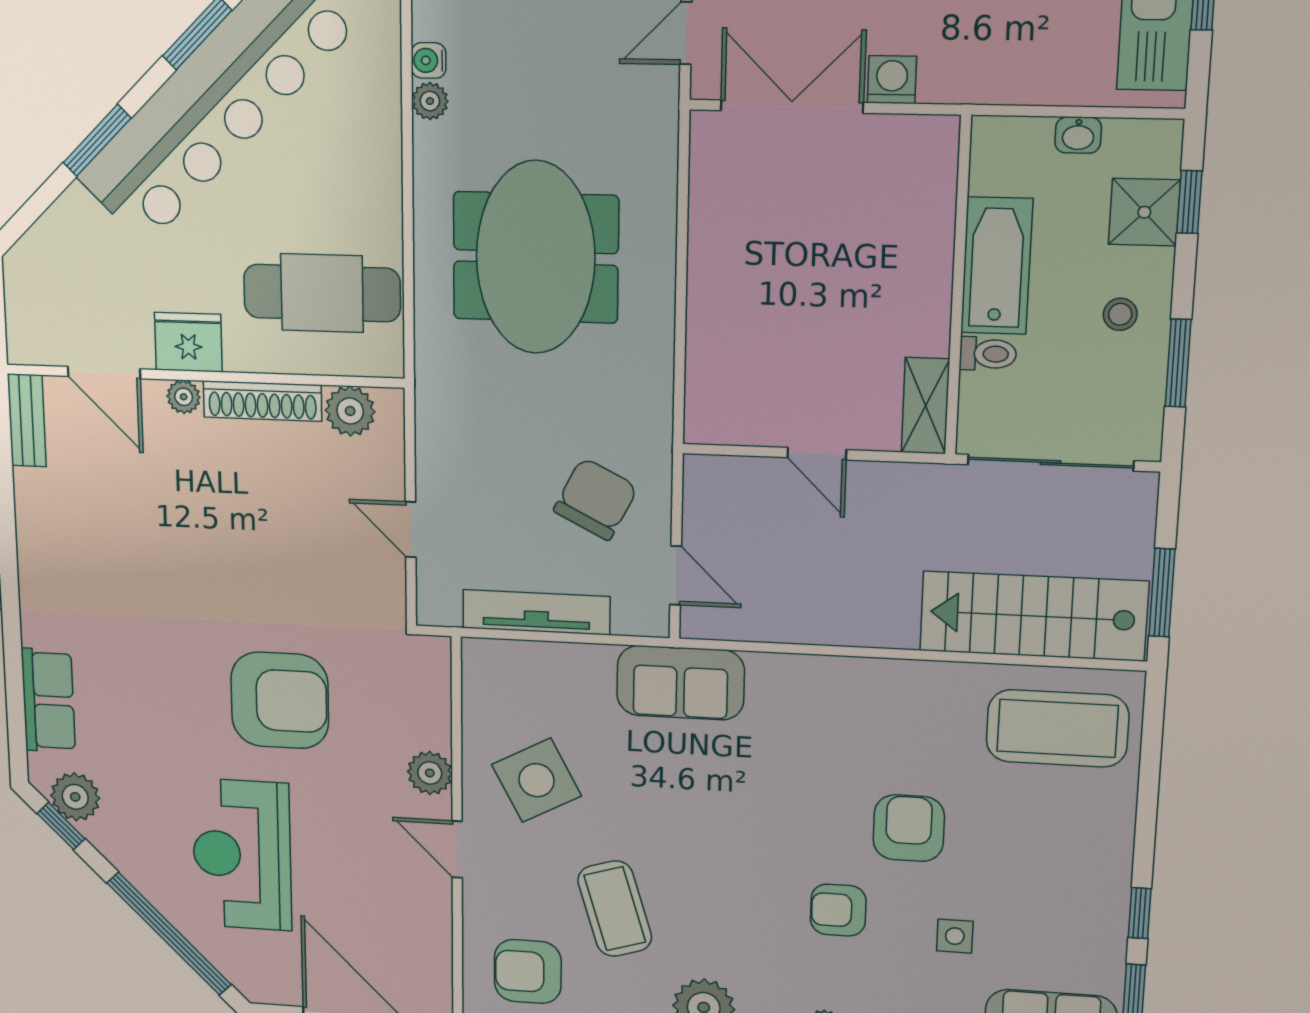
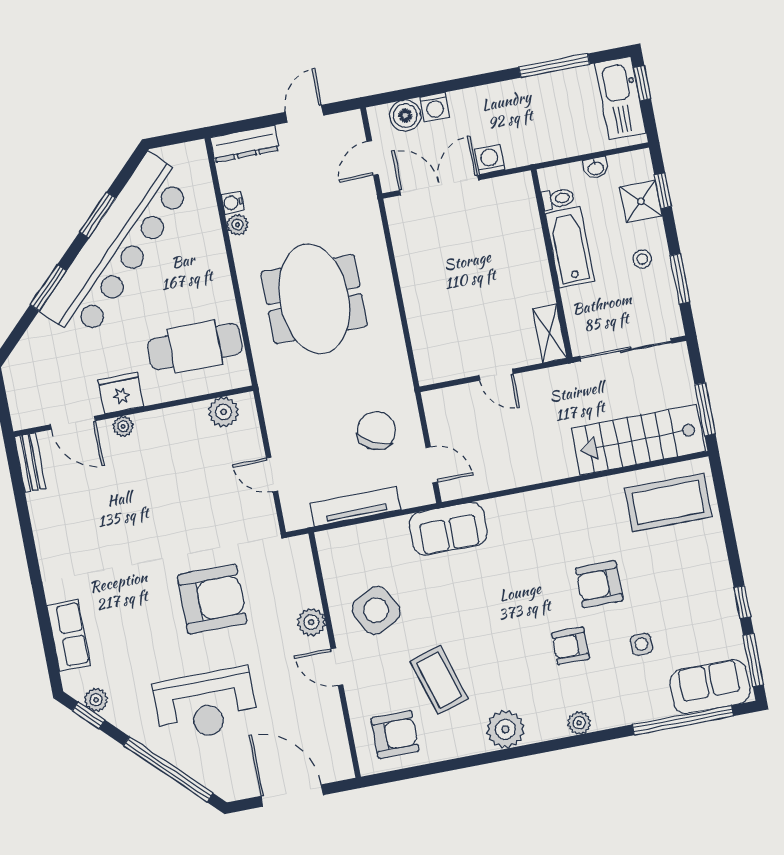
toilet: (988, 354) -> (558, 199), moved
shoe rack: (262, 401) -> (171, 418), removed
plant: (75, 797) -> (96, 700), width x0.73, depth x0.73
armchair: (909, 828) -> (599, 584), turned -90
reception desk: (242, 855) -> (205, 705), turned -90
armchair: (528, 972) -> (395, 735), turned 180

